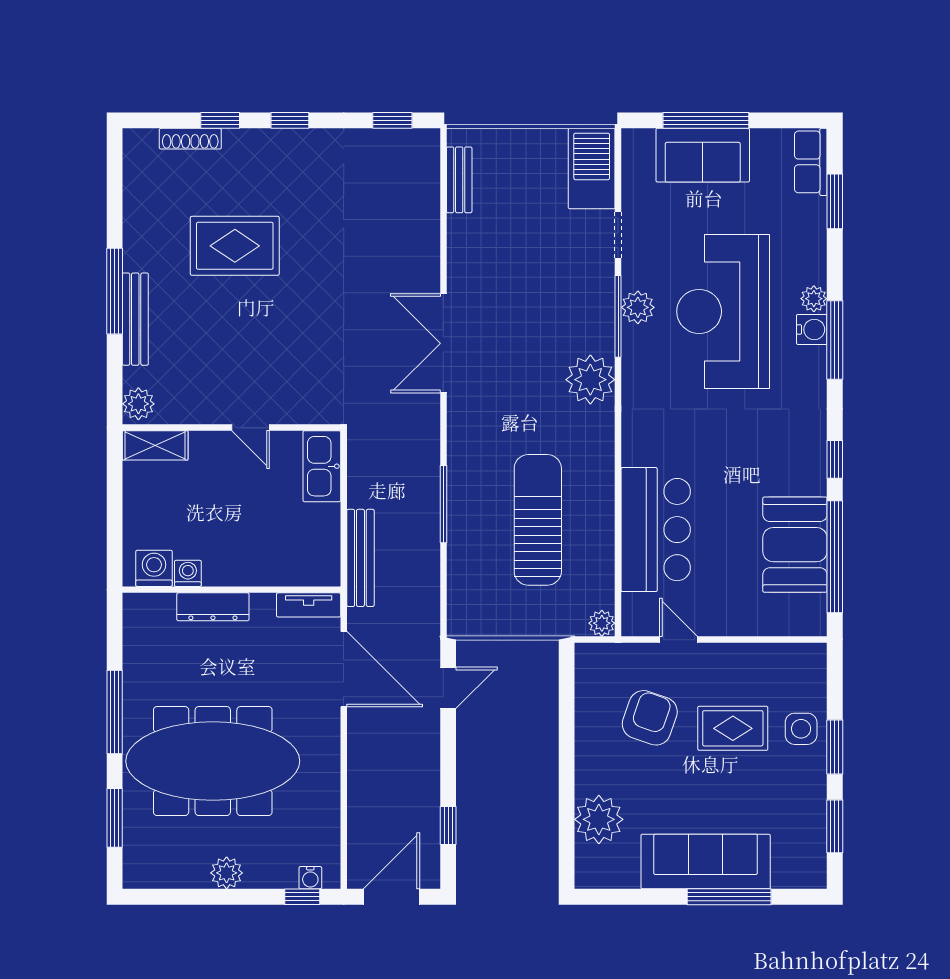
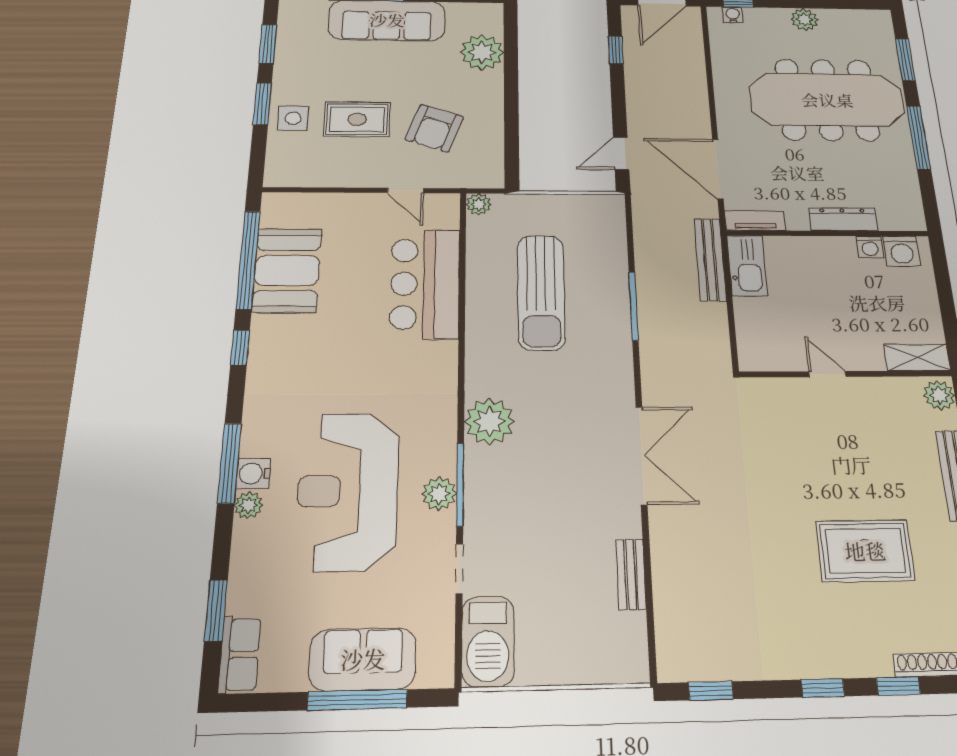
bench: (459, 180) -> (631, 574), moved
reception desk: (723, 311) -> (348, 491), turned 180
kitchen sink: (322, 466) -> (747, 266), moved

